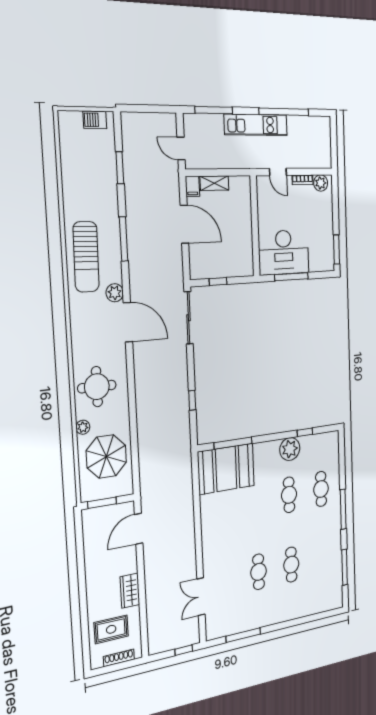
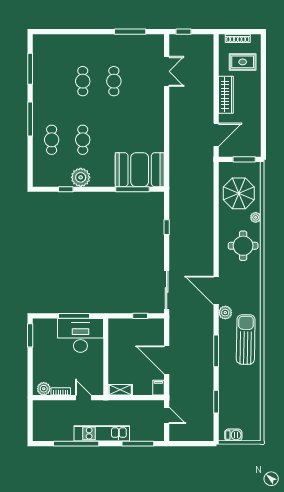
shelving: (214, 183) -> (120, 390), moved
wardrobe: (130, 591) -> (226, 95), width x1.50

